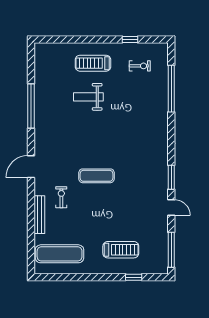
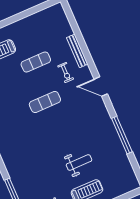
door: (31, 167) -> (101, 86), swing flipped
exercise mat: (60, 254) -> (36, 62), moved, width x0.73, depth x0.69

